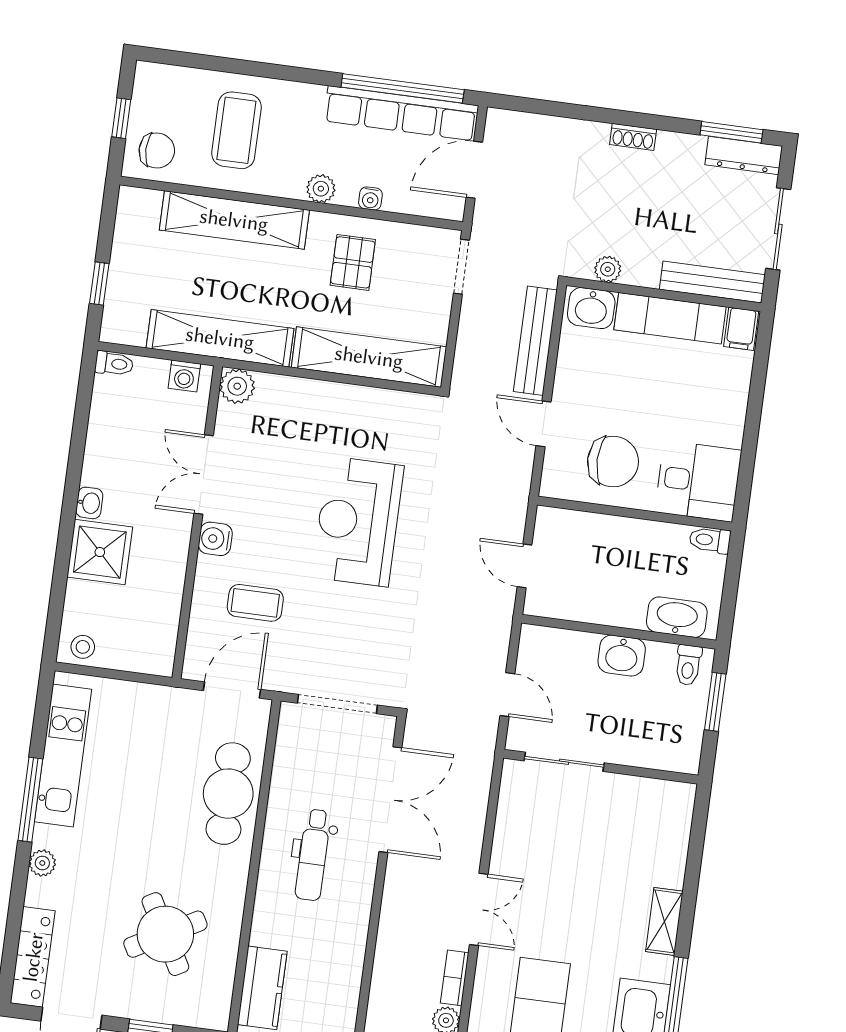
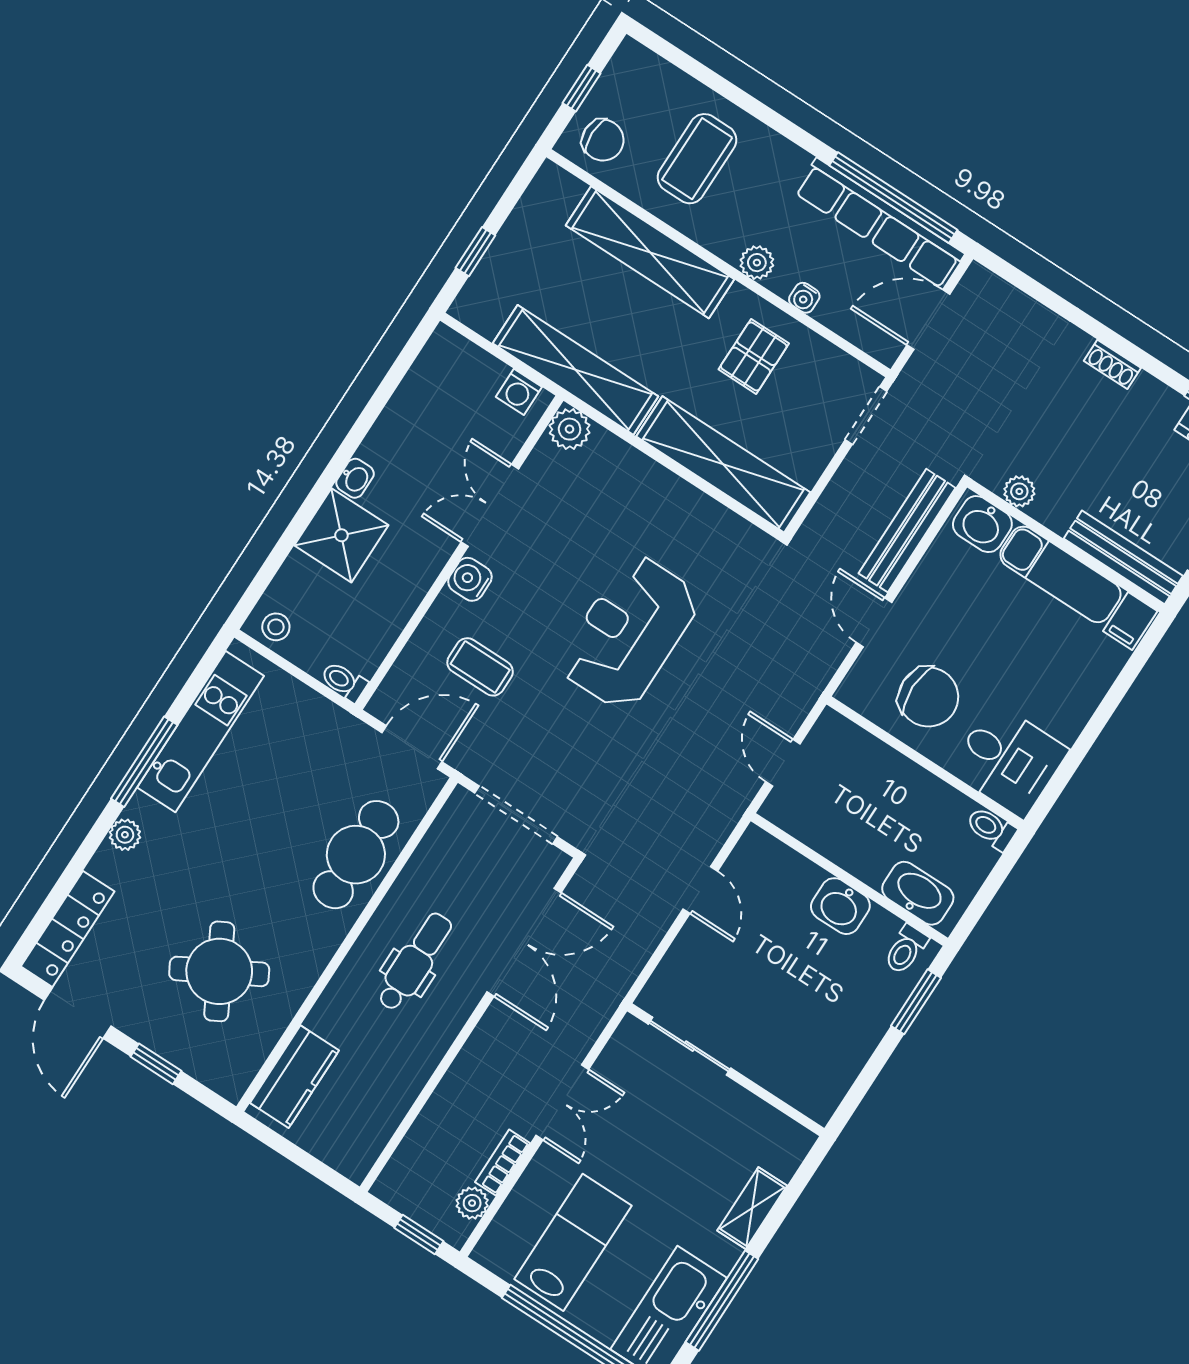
toilet: (114, 364) -> (344, 682), moved, turned 180
sliding door: (564, 762) -> (690, 1046), moved
wall: (601, 767) -> (726, 1070), moved
dental chair: (313, 855) -> (415, 962), turned 180

